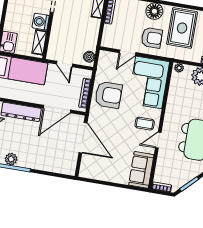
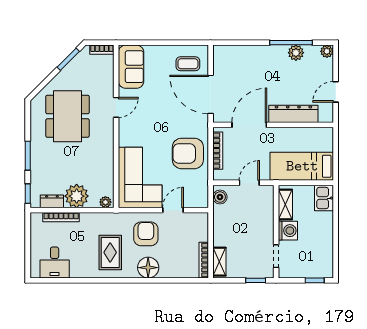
rug: (182, 28) -> (110, 252), width x0.73, depth x0.70
armchair: (152, 38) -> (146, 234), turned 90
door: (65, 64) -> (249, 183), hinge flipped
coffee table: (145, 124) -> (188, 64), moved

